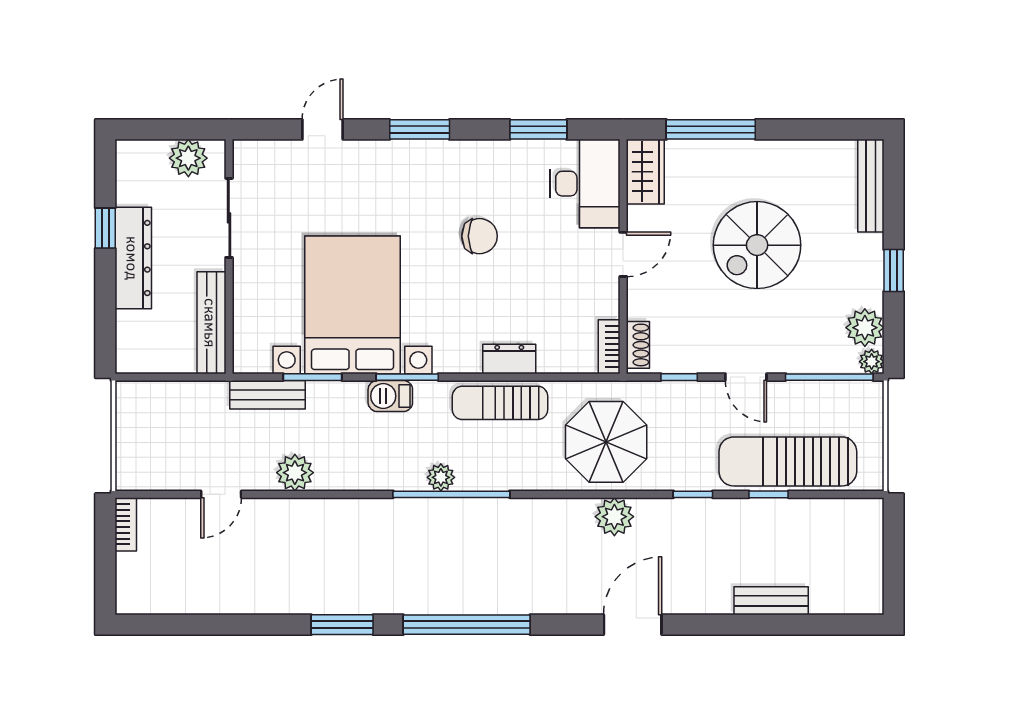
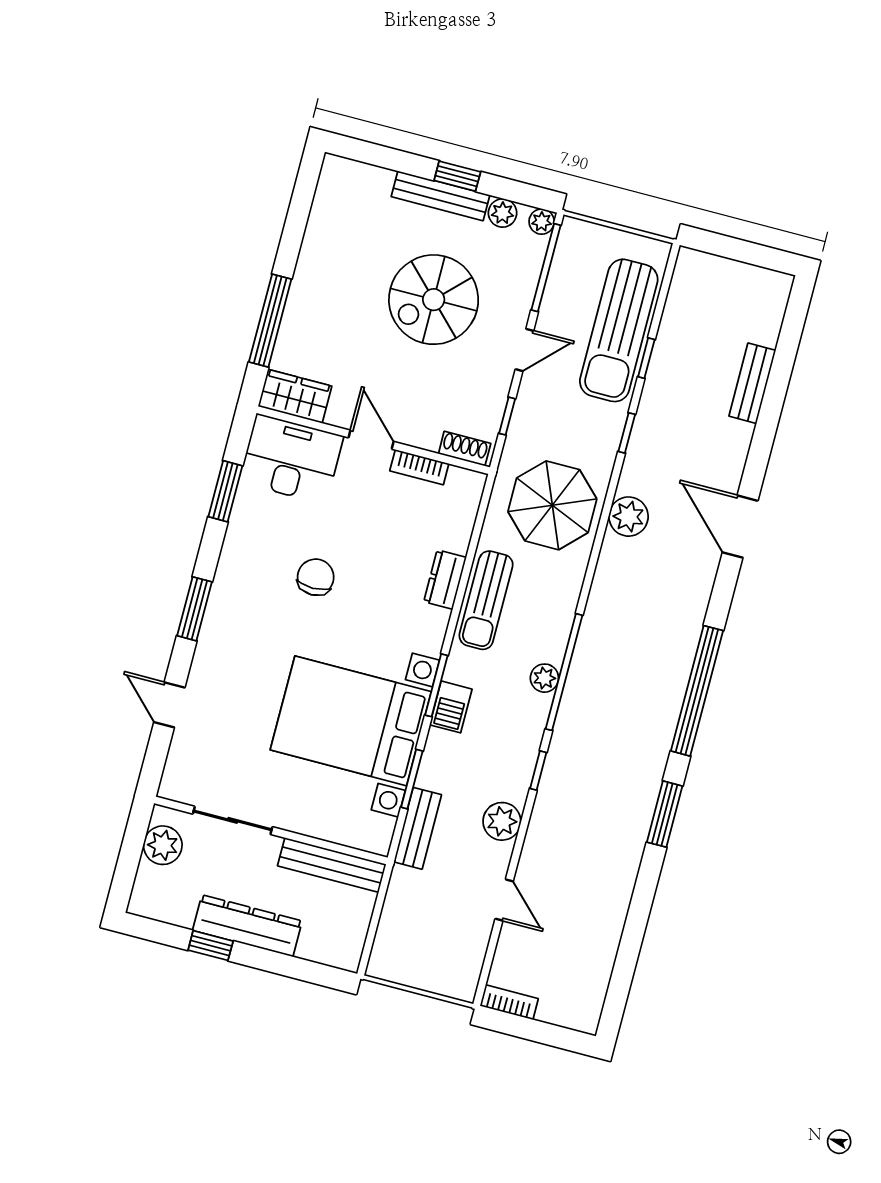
bench: (871, 186) -> (440, 196), moved
spiral stairs: (757, 245) -> (434, 300), moved, turned 90
plant: (865, 328) -> (503, 213), width x0.73, depth x0.73
bookcase: (609, 347) -> (419, 467), moved
window: (352, 494) -> (538, 770), added

